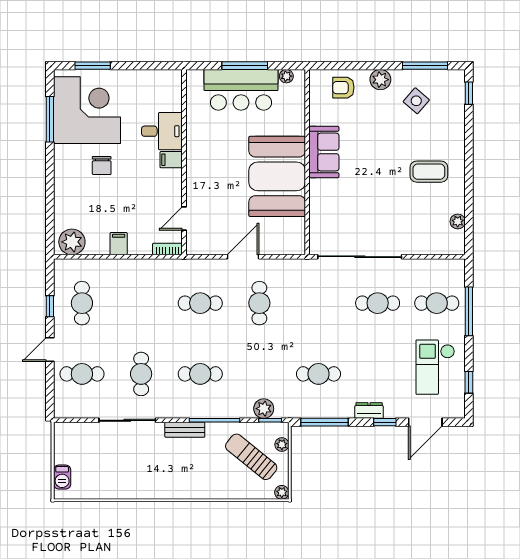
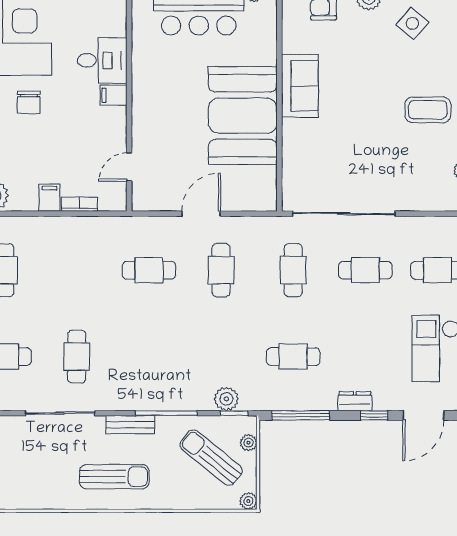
bookcase: (167, 249) -> (79, 204), moved
cafe table: (200, 374) -> (293, 270), moved, turned 90
sun lounger: (172, 472) -> (114, 477), added

